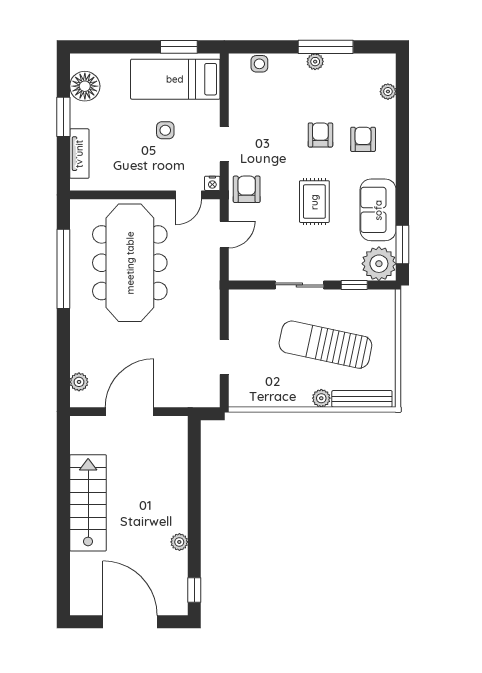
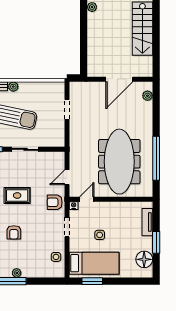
side table: (259, 64) -> (56, 257), moved
armchair: (247, 189) -> (55, 202), turned 90
rug: (314, 202) -> (17, 195), turned 90

